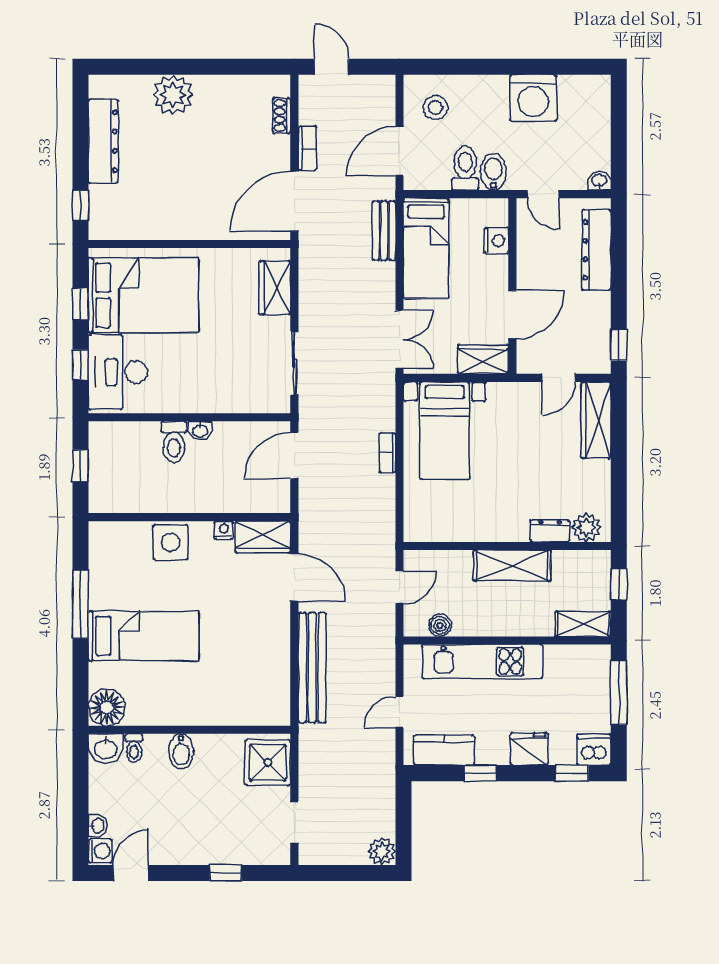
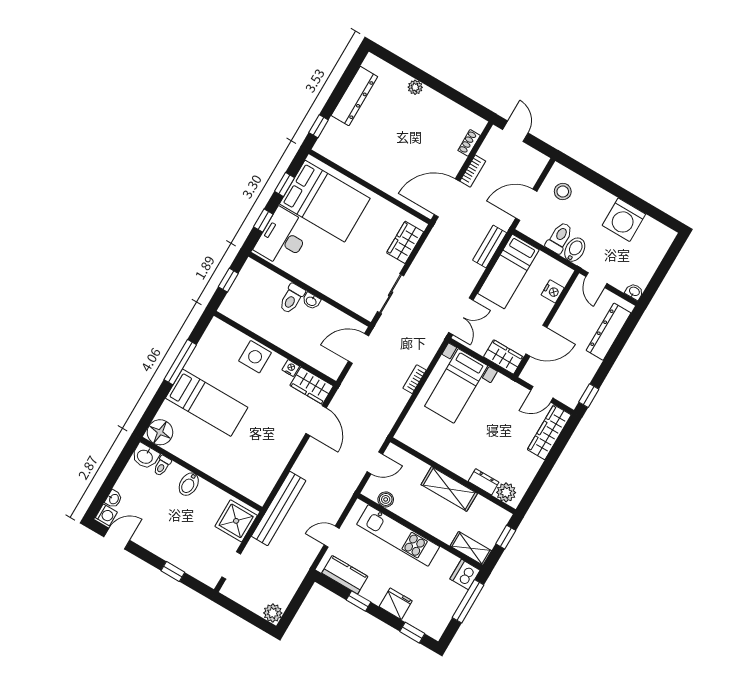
plant: (173, 95) -> (415, 87), width x0.53, depth x0.53
bench: (312, 668) -> (279, 508), moved
dishwasher: (594, 749) -> (465, 575), moved, turned -90

